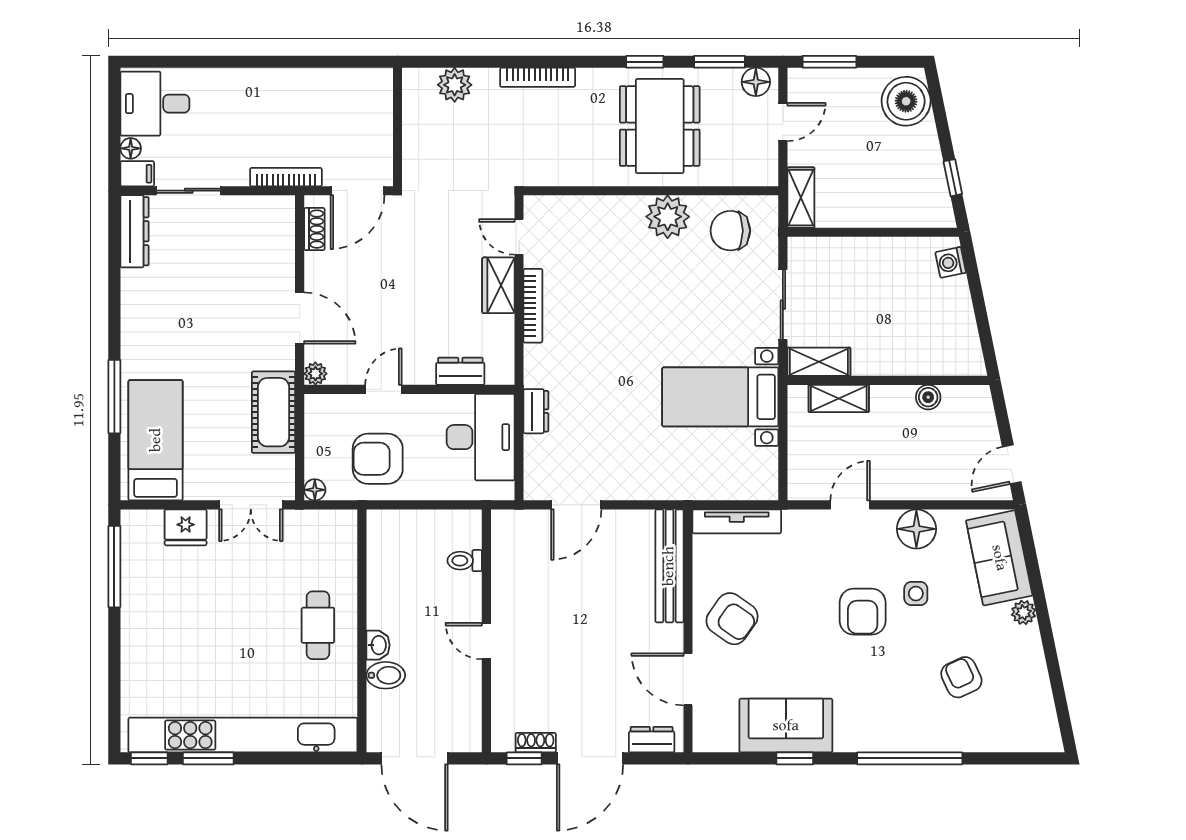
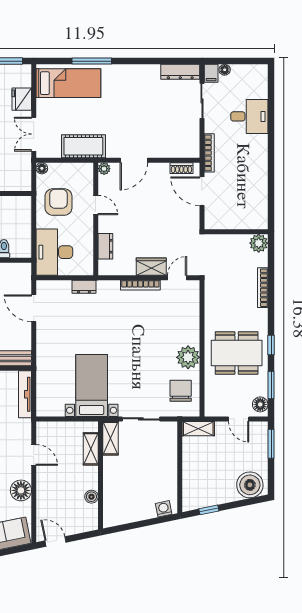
desk: (155, 104) -> (249, 116), moved, turned 90
wall: (397, 127) -> (236, 232), moved
desk: (481, 437) -> (54, 252), moved, turned 90

